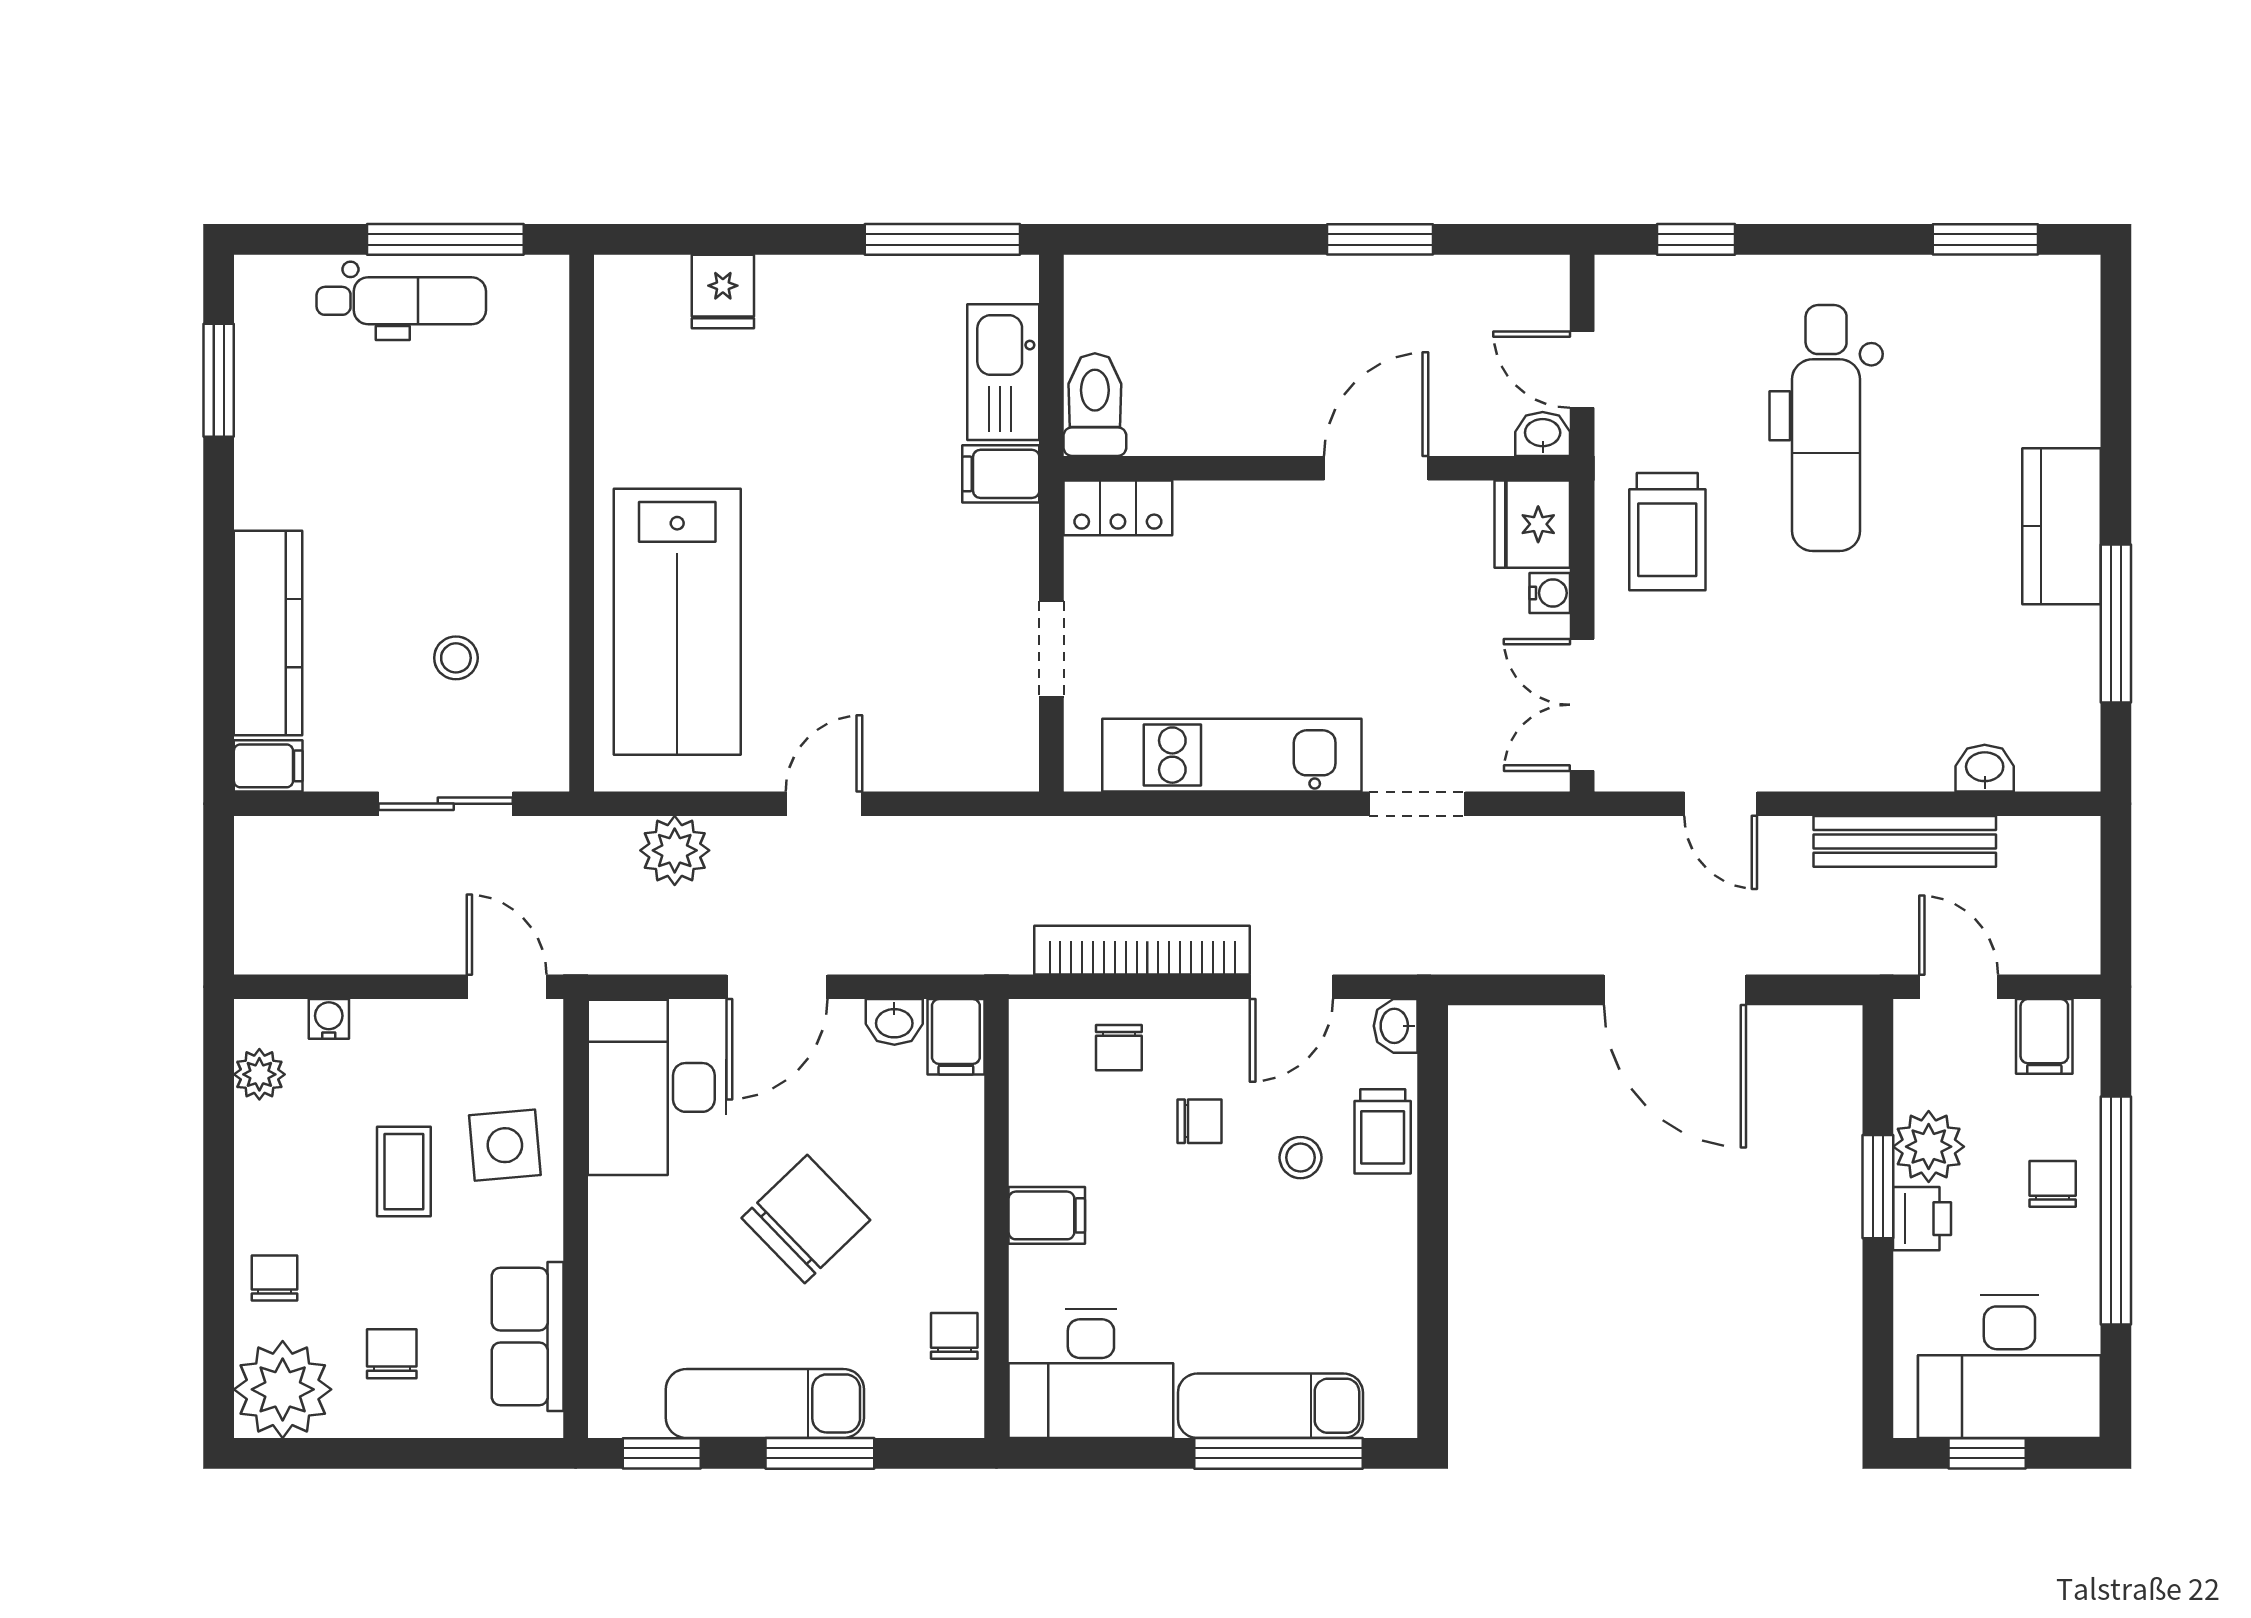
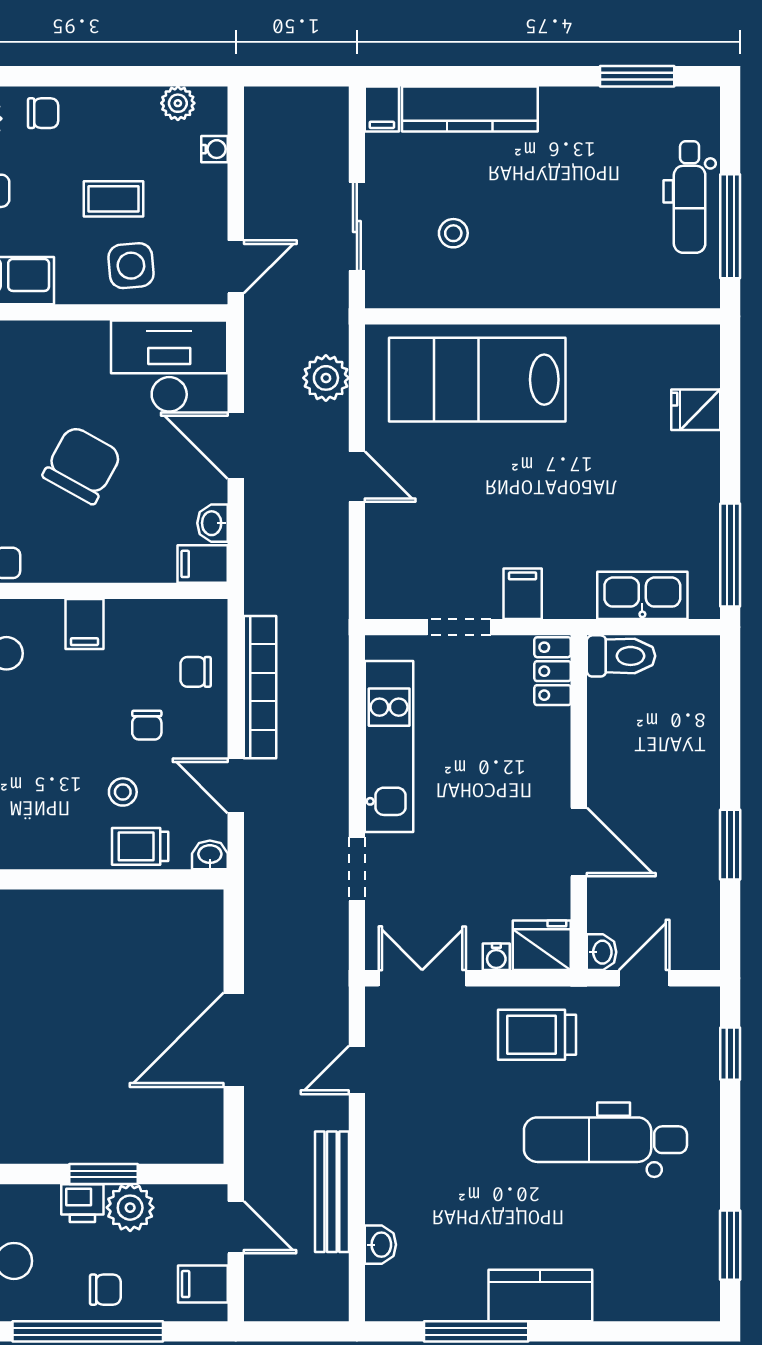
filing cabinet: (1001, 474) -> (523, 594), moved
door: (1959, 987) -> (236, 1227), hinge flipped
chair: (806, 1219) -> (82, 465), turned -107

